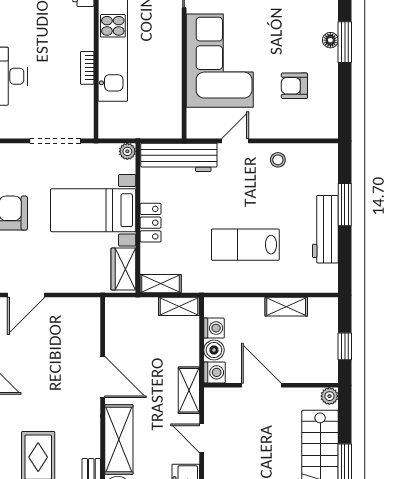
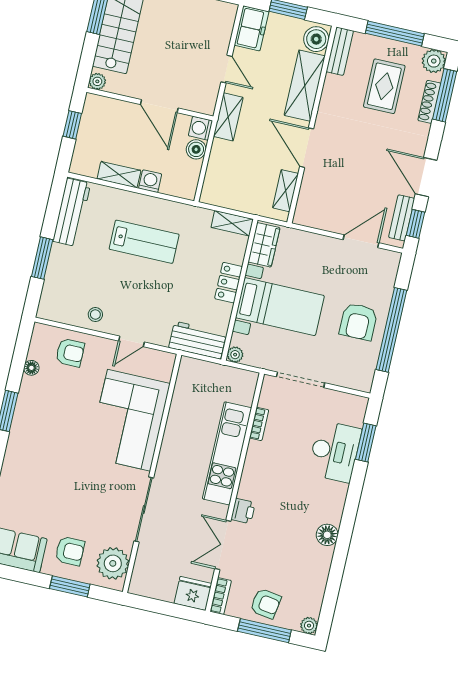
floor lamp: (330, 40) -> (31, 368), moved
bookcase: (87, 68) -> (259, 424), moved
armchair: (294, 86) -> (70, 353), moved
workbench: (179, 157) -> (198, 340), width x0.73
workbench: (325, 229) -> (72, 212), moved
shelving: (179, 306) -> (286, 191), moved, turned 90
washing machine: (214, 328) -> (150, 181), moved, turned 90

